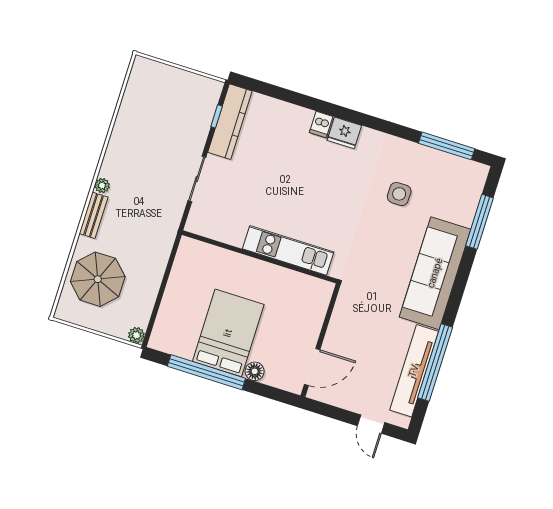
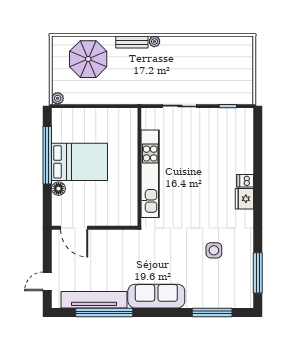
kitchen counter: (230, 122) -> (227, 117), removed
kitchen unit: (288, 250) -> (150, 174), width x1.36
sofa: (435, 273) -> (156, 296), width x0.74, depth x0.79

